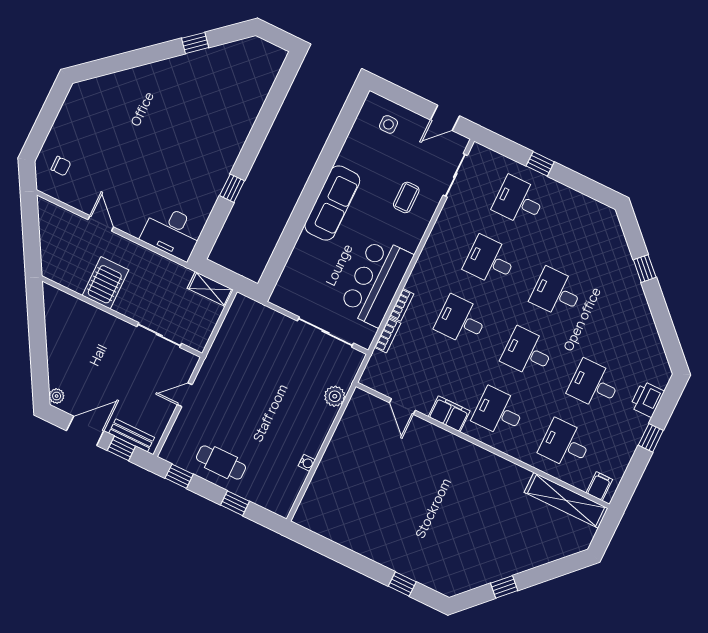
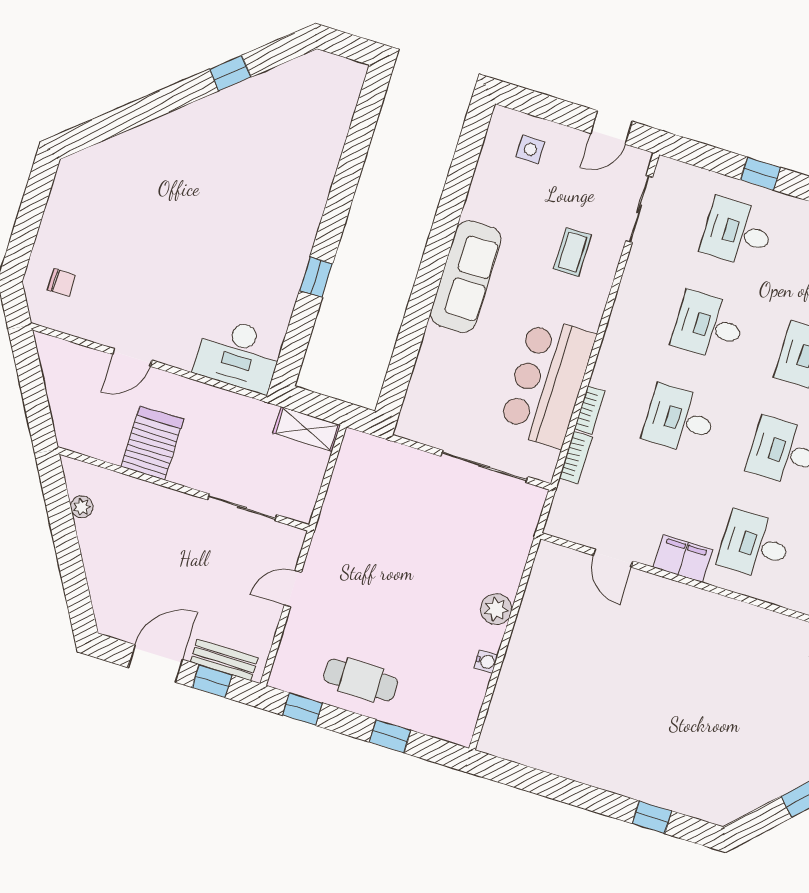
door: (101, 223) -> (132, 357), swing flipped
plant: (57, 396) -> (82, 507), moved
plant: (335, 396) -> (496, 609), moved

